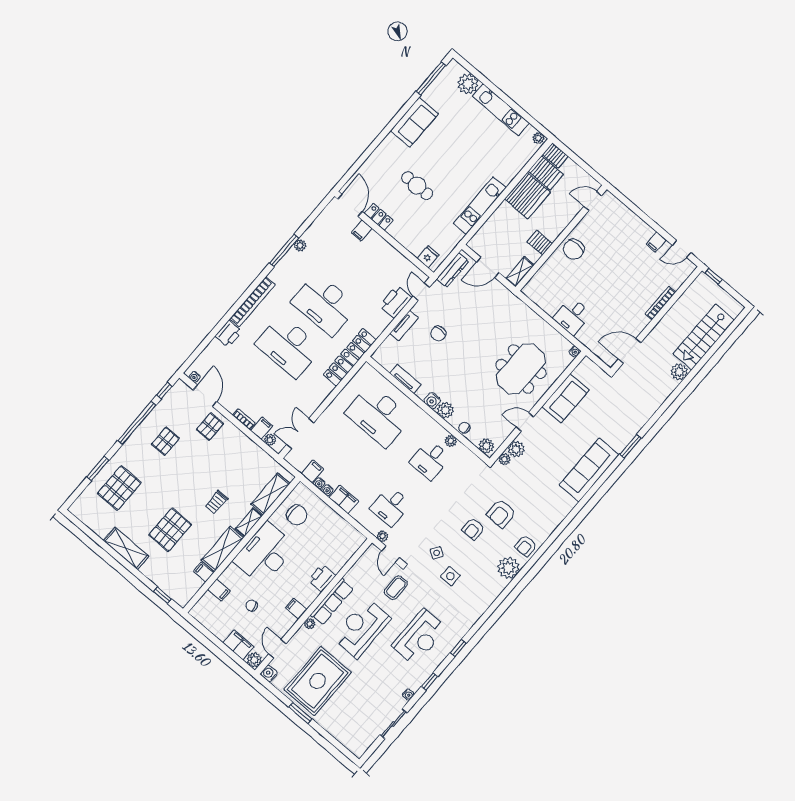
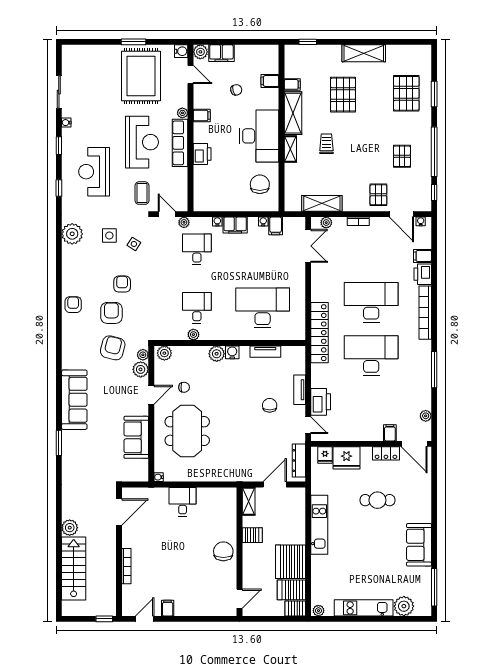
fridge: (413, 240) -> (346, 458), added
plant: (300, 245) -> (426, 416), moved
filing cabinet: (262, 428) -> (423, 256), moved, turned 90
chair: (464, 428) -> (184, 387), moved
armchair: (524, 485) -> (113, 348), added
water cooler: (327, 490) -> (217, 222), moved
shelving: (270, 494) -> (322, 203), moved, turned 90
chair: (297, 515) -> (260, 184), turned 90
plant: (508, 568) -> (72, 234), moved

